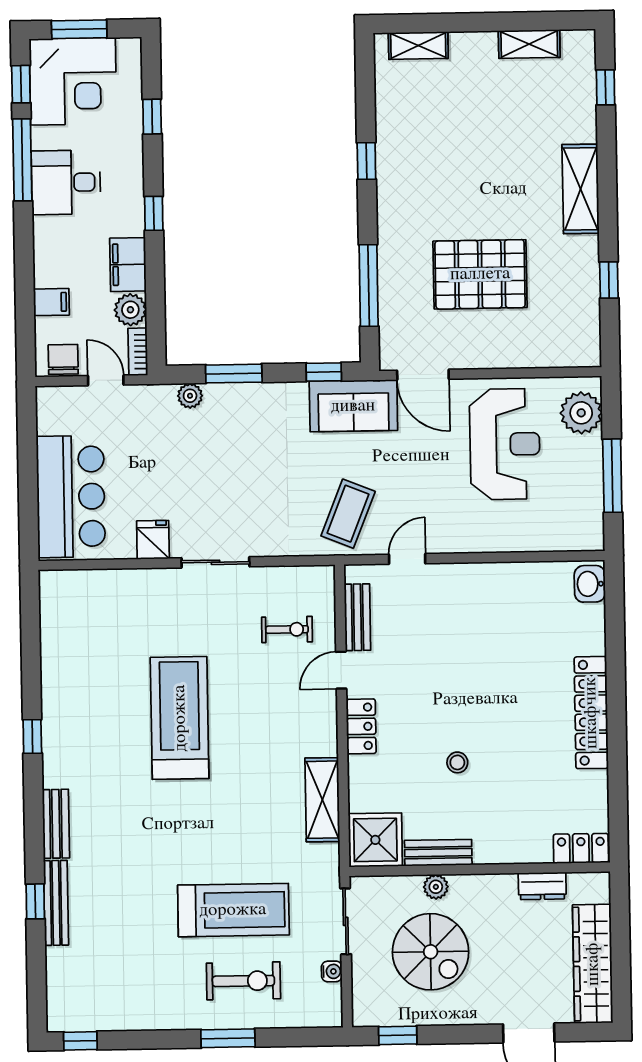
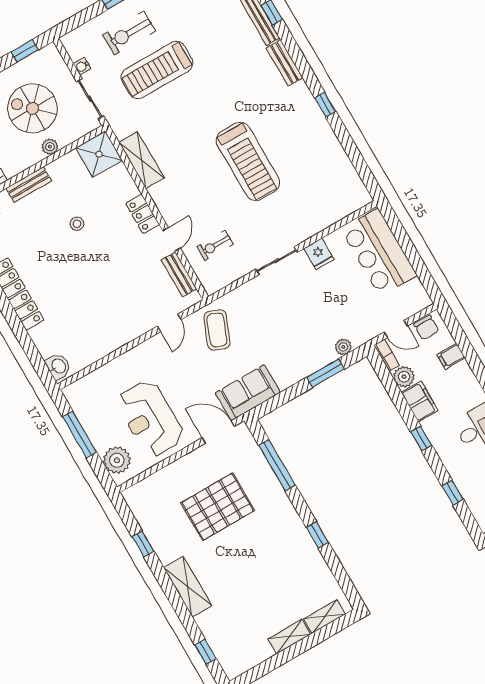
shelving: (529, 44) -> (289, 637), moved
window: (324, 372) -> (275, 402), removed
bench: (438, 853) -> (29, 184), moved

